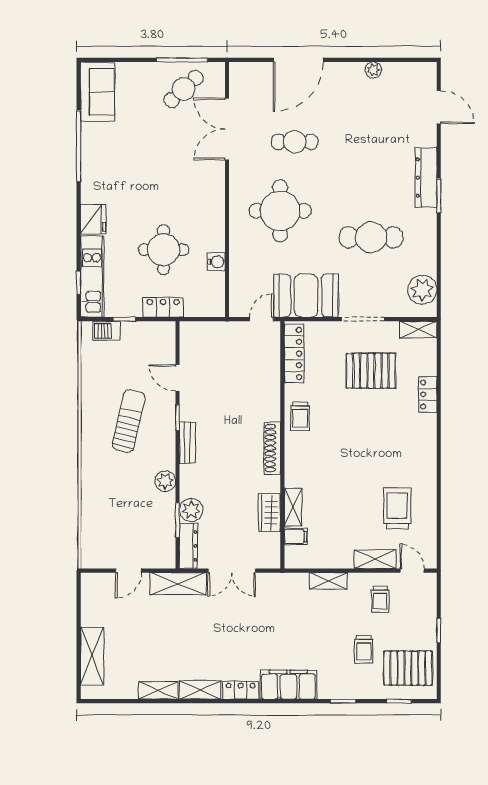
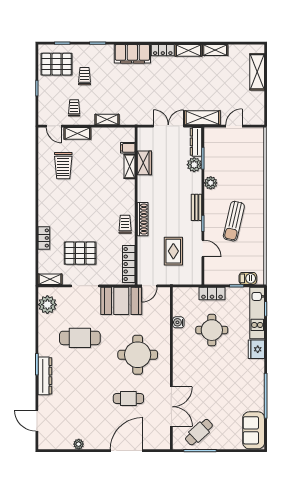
rug: (224, 374) -> (173, 251), added
shoe rack: (272, 448) -> (143, 219), moved

